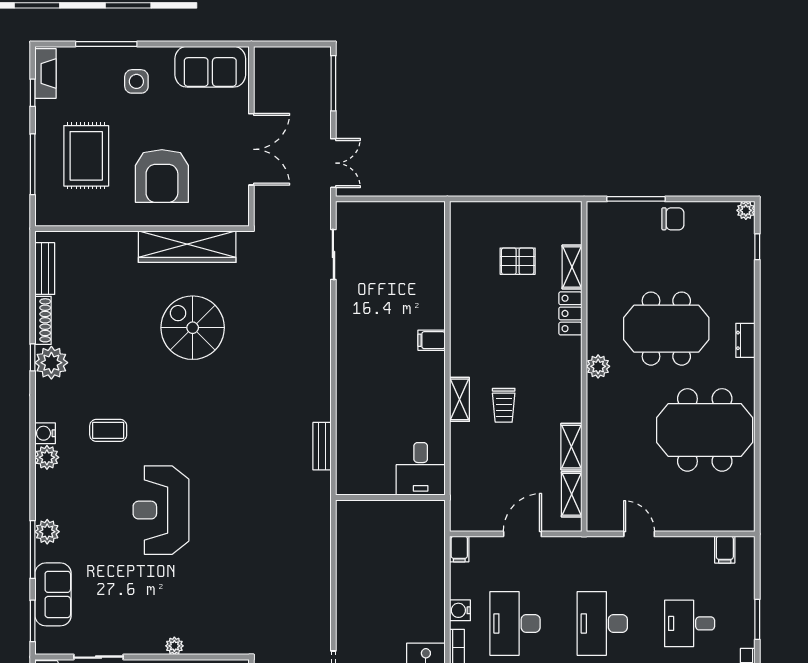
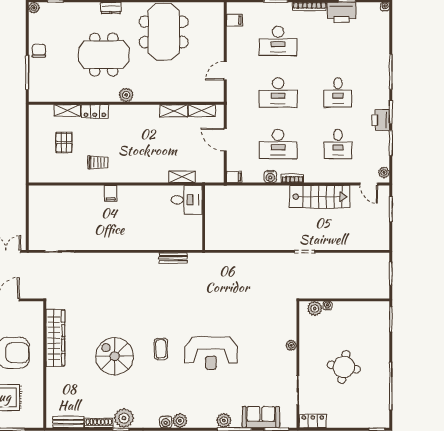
spiral stairs: (193, 328) -> (115, 356), moved, turned 90
meeting table: (666, 329) -> (104, 55), turned 90
shelving: (459, 399) -> (182, 177), moved
trolley: (504, 405) -> (98, 162), moved
coffee table: (108, 430) -> (161, 349), moved
desk: (690, 623) -> (278, 41), width x1.37

